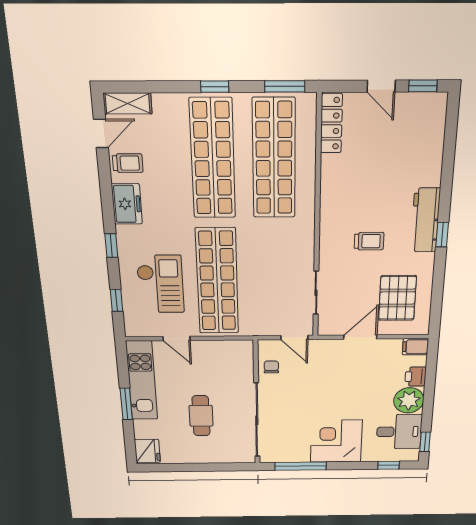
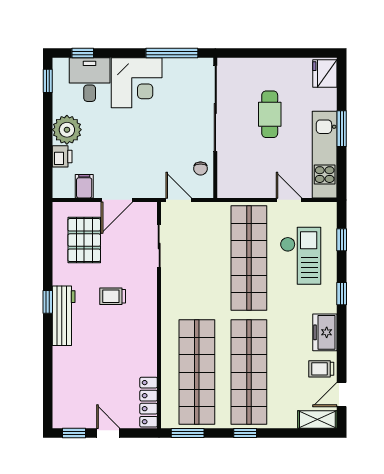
checkout: (160, 284) -> (301, 256), turned 180
filing cabinet: (415, 347) -> (84, 186), moved, turned -90
desk: (399, 432) -> (90, 80), moved, turned 90

